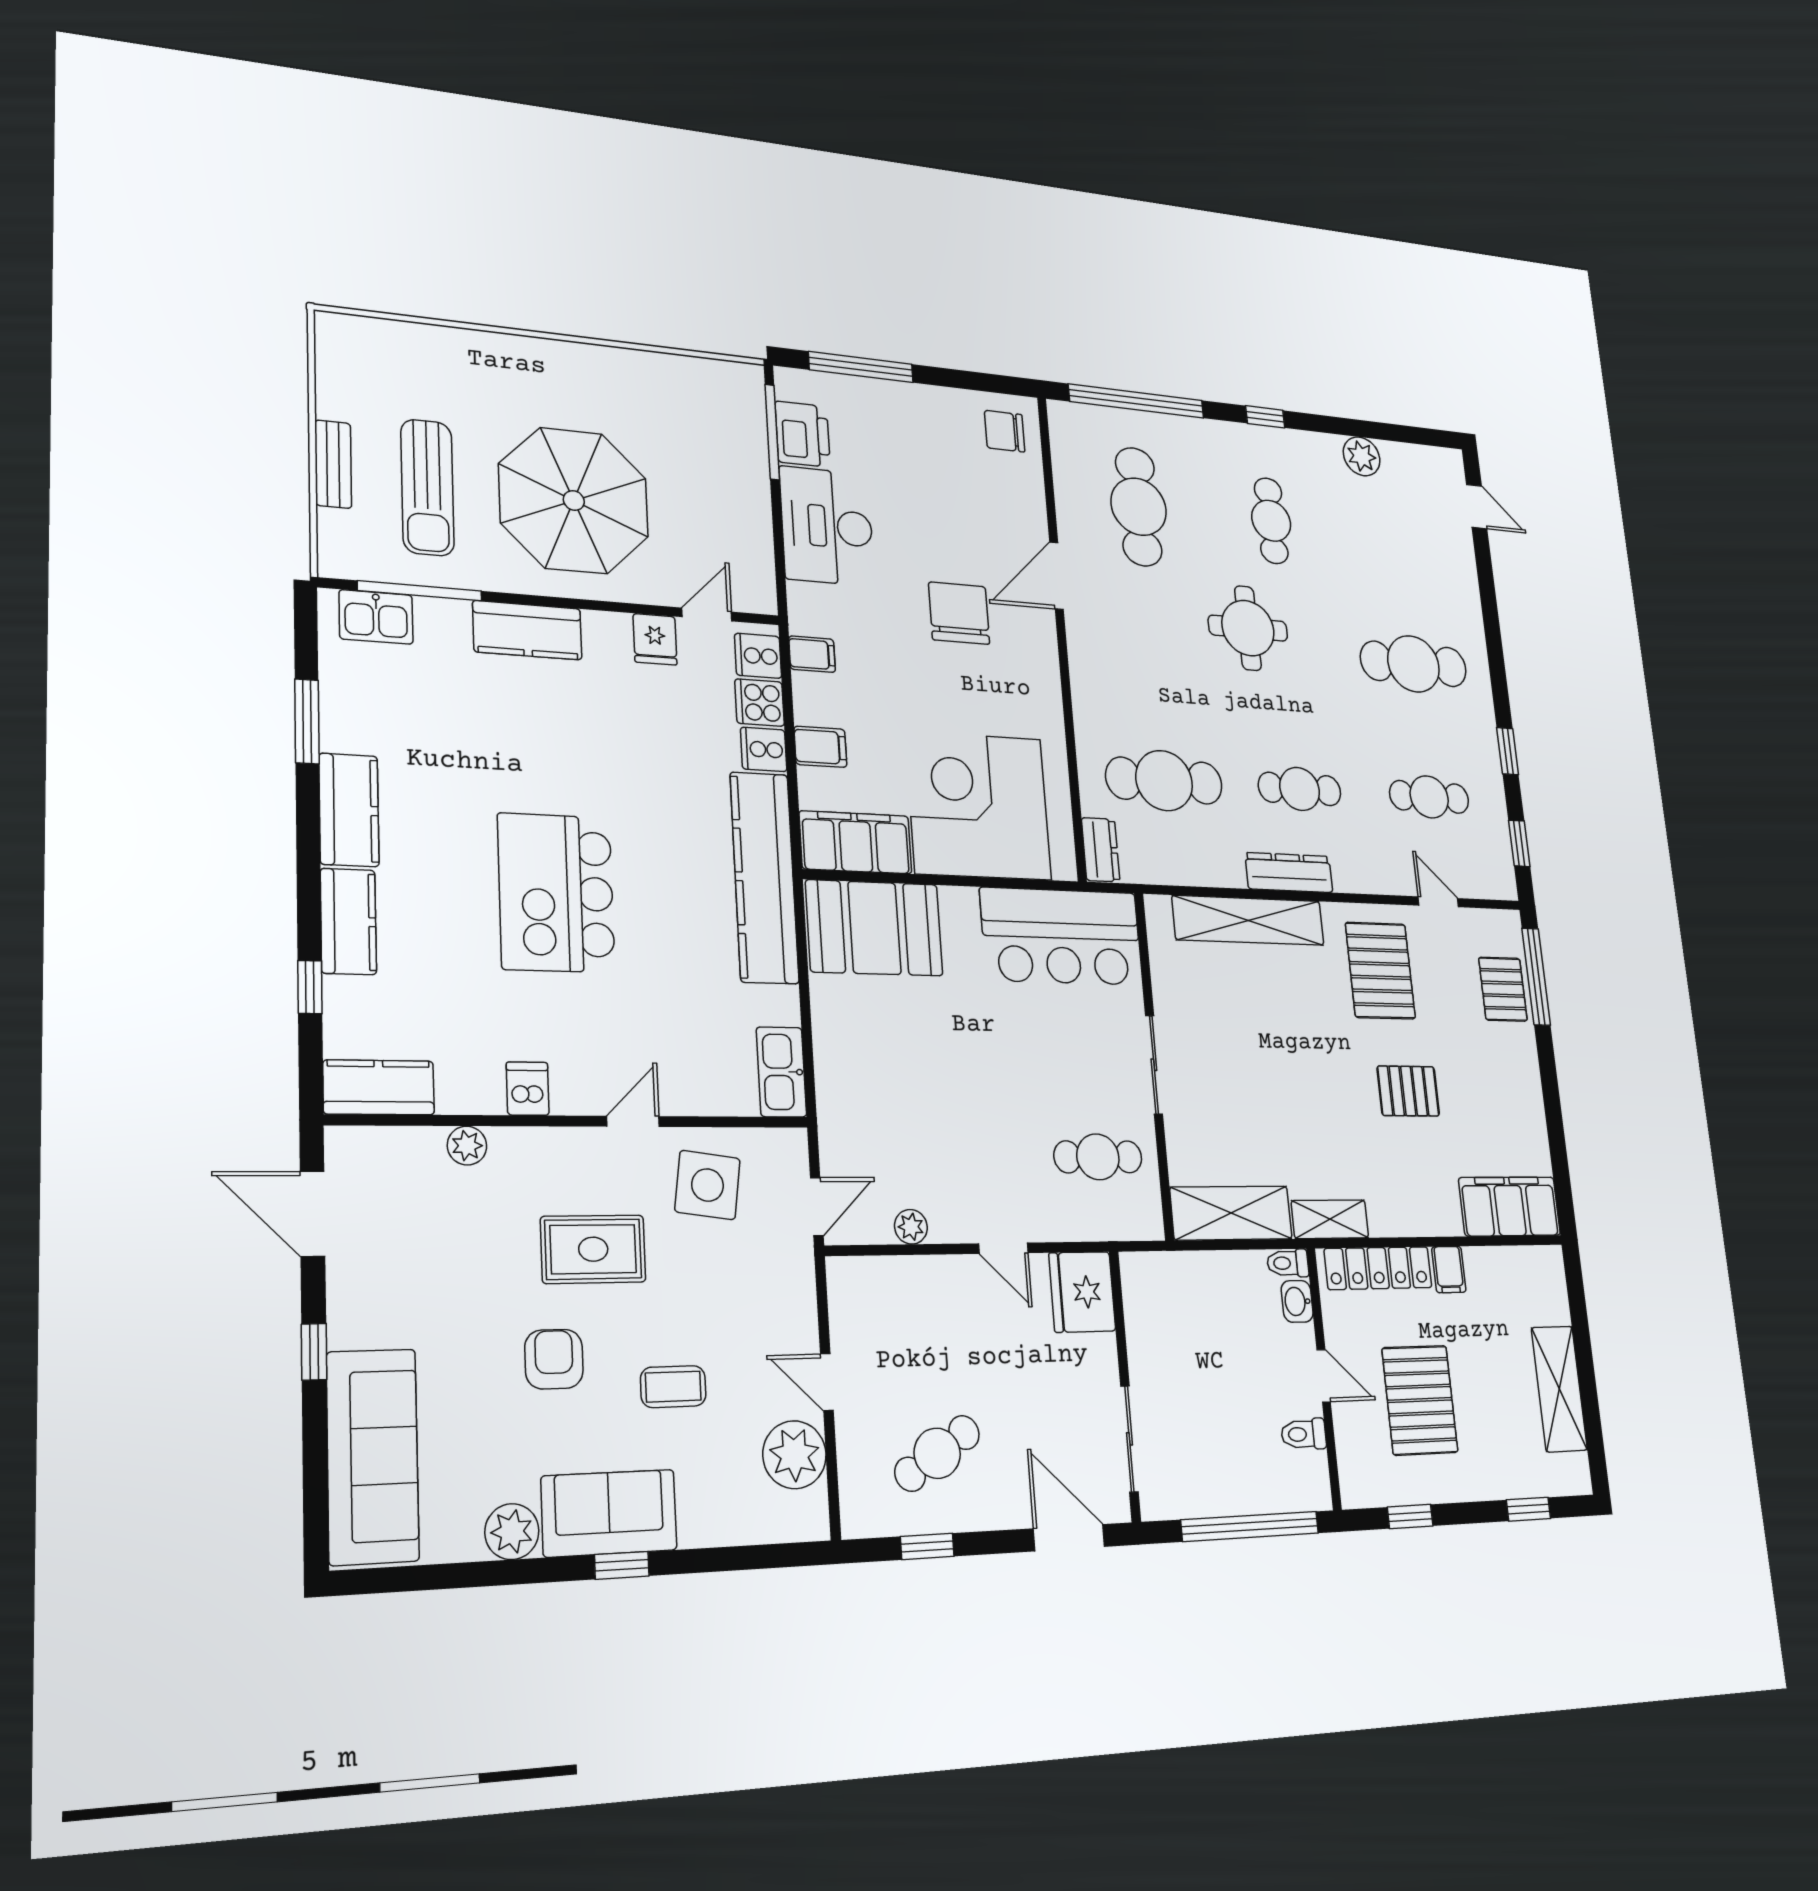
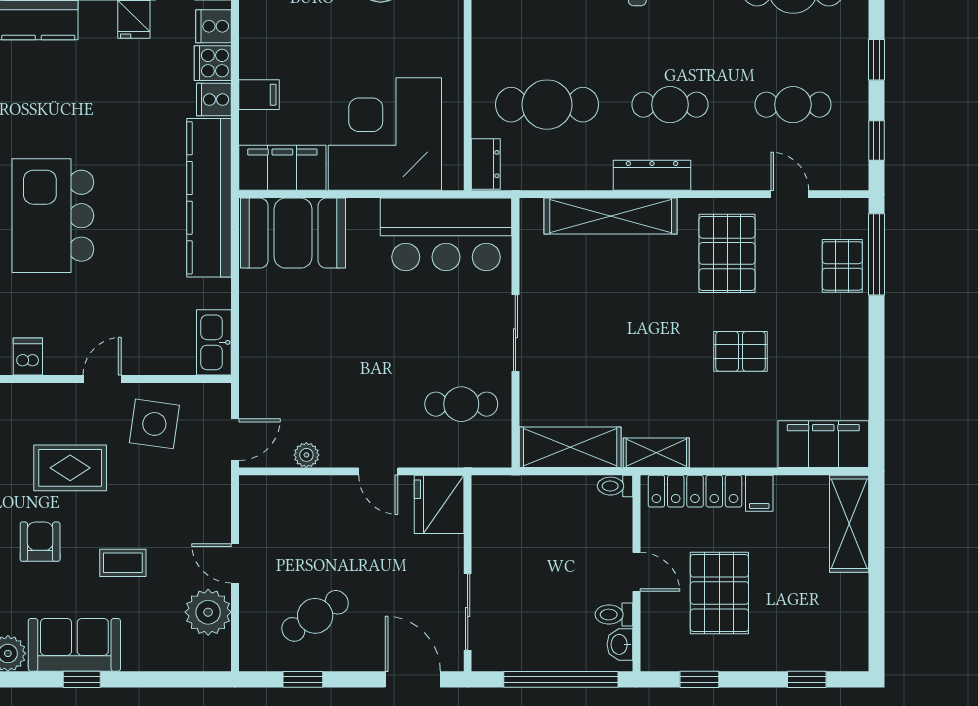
filing cabinet: (812, 654) -> (257, 22), removed
washbasin: (1297, 1301) -> (620, 644), moved
shelving: (1559, 1389) -> (849, 524), moved

